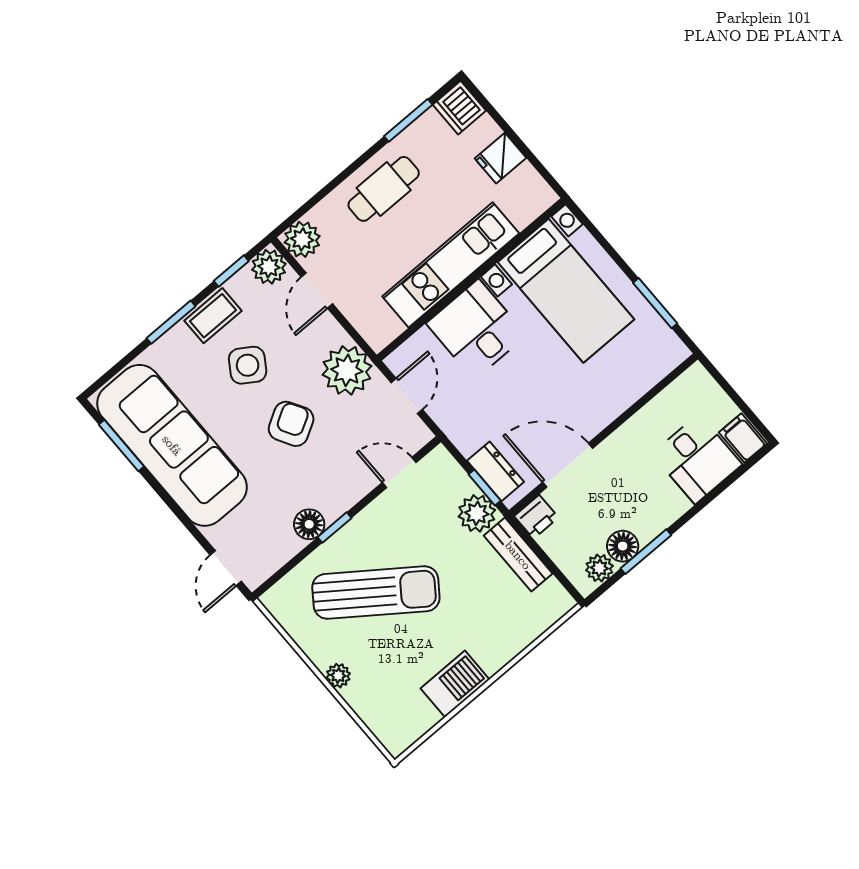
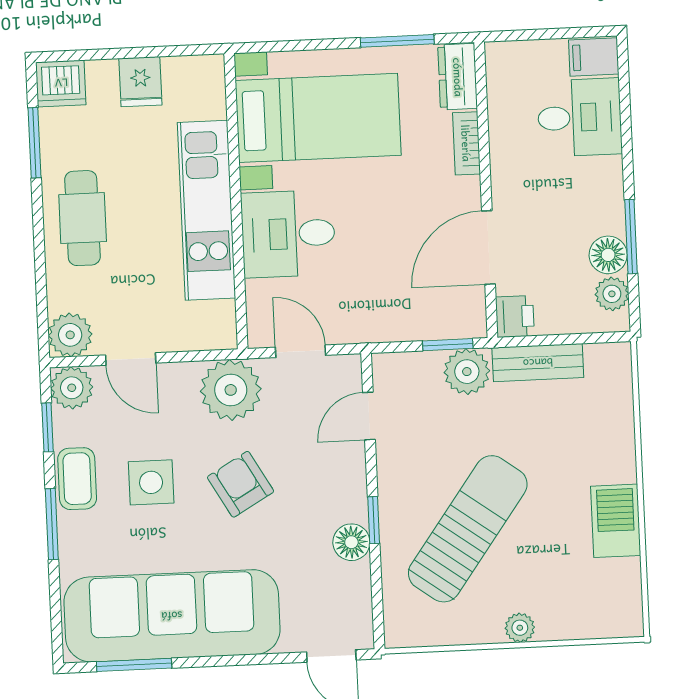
side table: (248, 365) -> (151, 482), turned -33
bookcase: (624, 399) -> (466, 143), added
dresser: (496, 471) -> (458, 77), moved, turned -90

